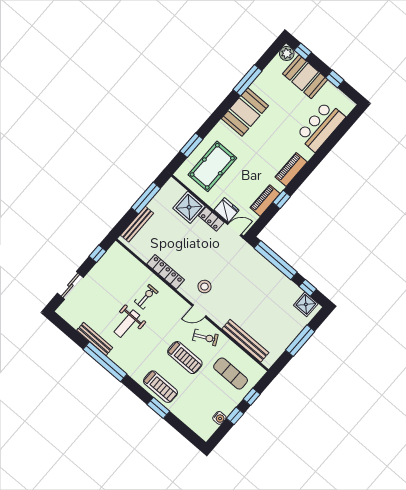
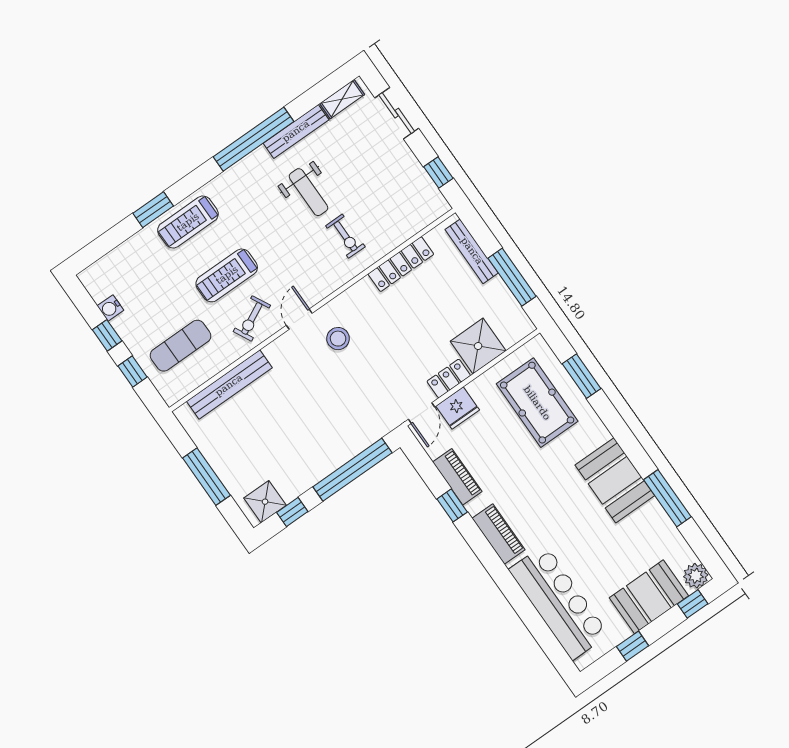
bar counter: (321, 126) -> (559, 602), width x1.36
locker: (166, 272) -> (401, 264), moved
shelving: (70, 318) -> (342, 99), added
weight bench: (127, 324) -> (308, 192), turned 180

